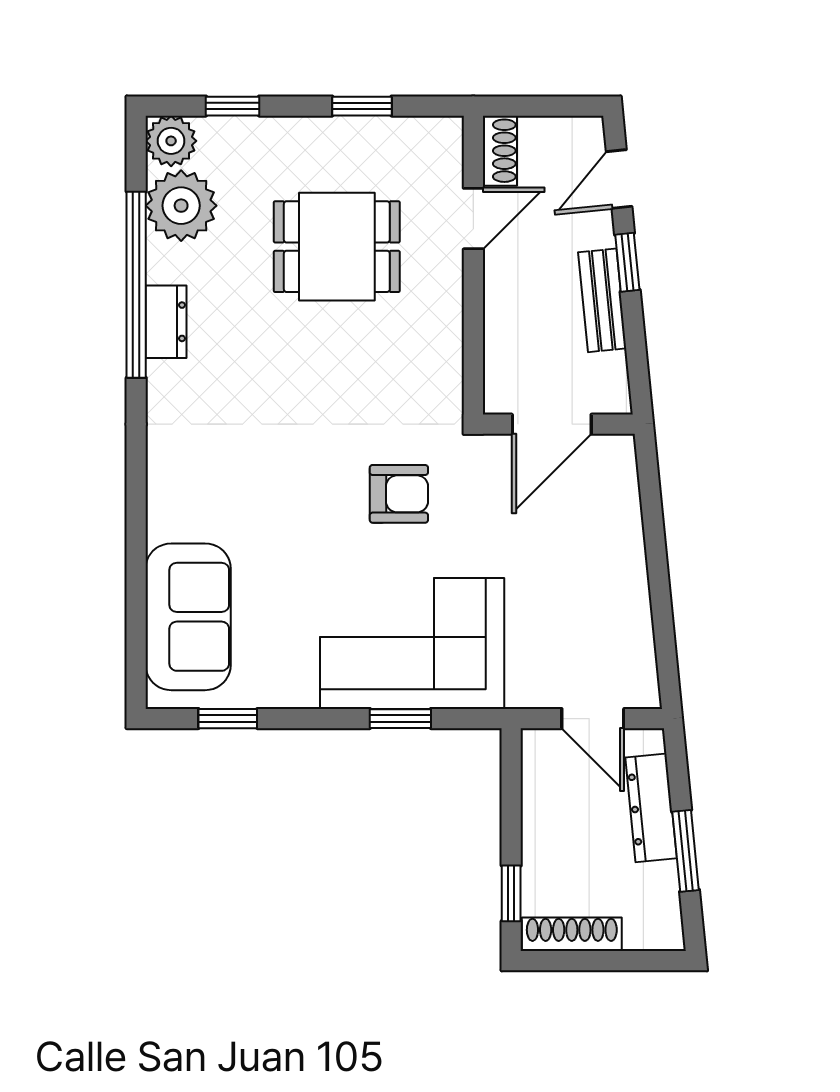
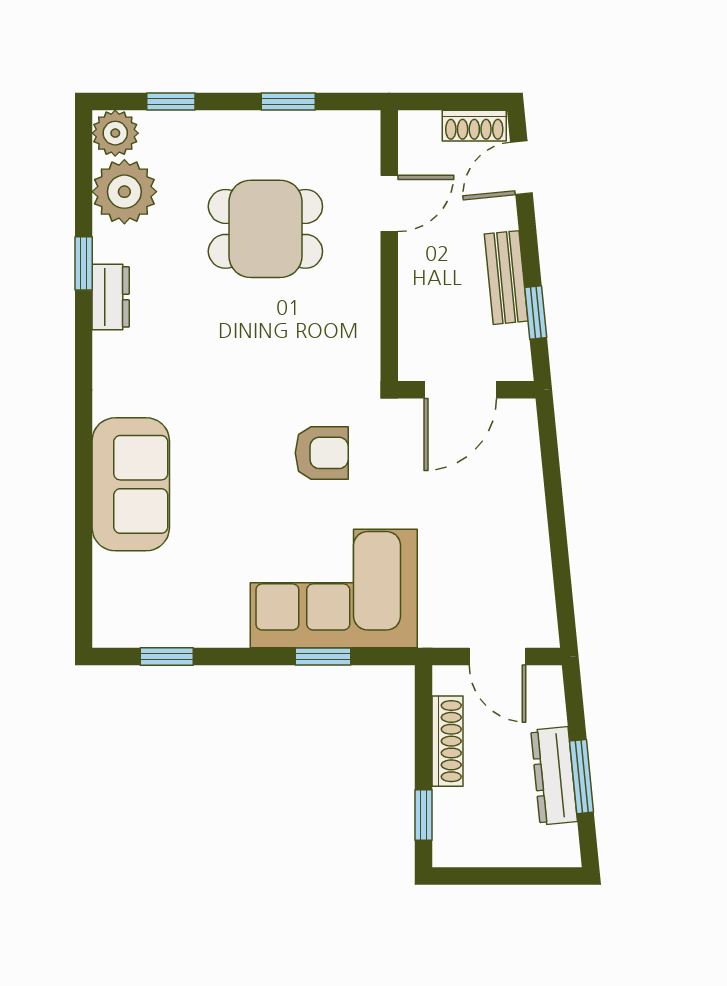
shoe rack: (500, 151) -> (474, 126), moved, turned 90
window: (627, 262) -> (536, 312), moved
window: (136, 285) -> (84, 263), width x0.32
sofa: (188, 617) -> (131, 484), moved
dresser: (651, 808) -> (554, 776), moved
shoe rack: (572, 934) -> (448, 741), moved, turned 90

